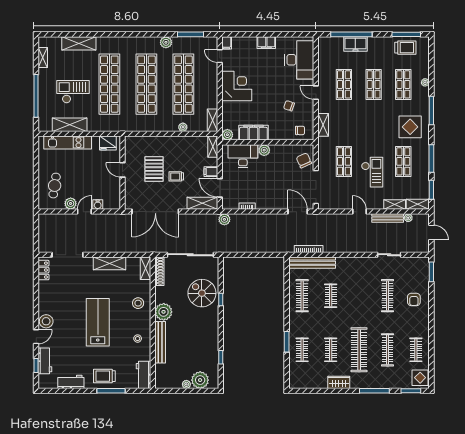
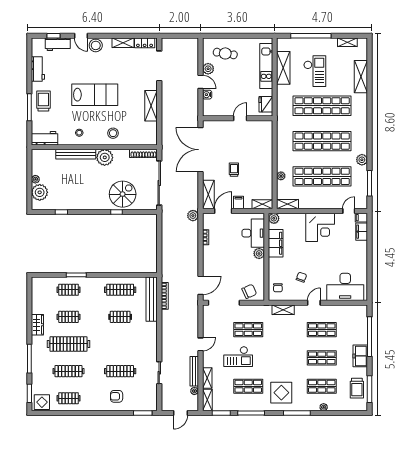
filing cabinet: (266, 43) -> (362, 232), moved
freezer: (355, 44) -> (360, 356), moved
pallet: (154, 169) -> (241, 148), removed
shelving: (145, 268) -> (123, 43), moved

